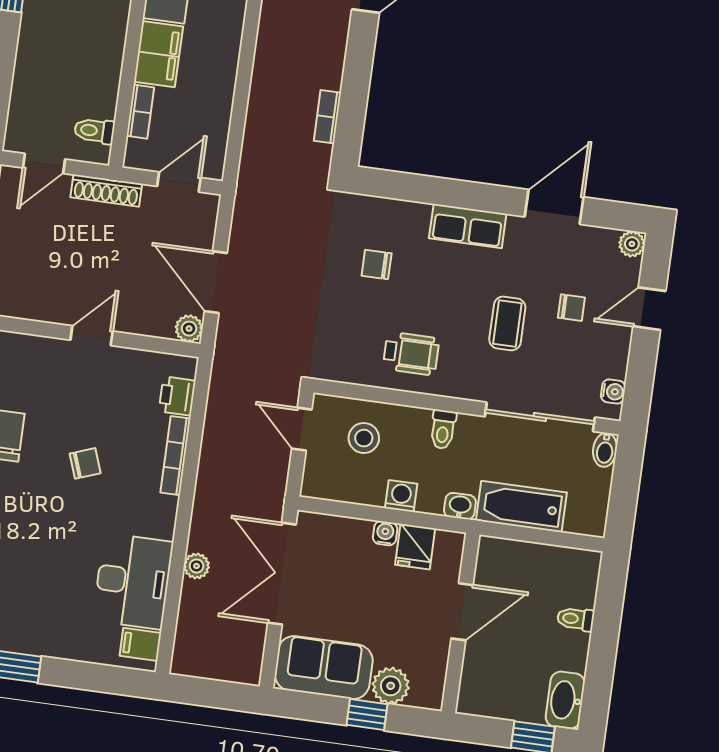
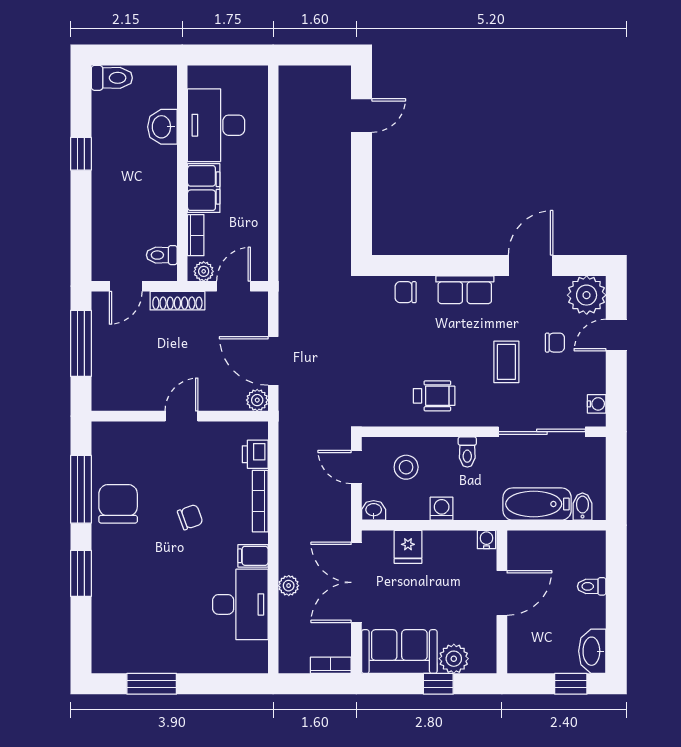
bookcase: (327, 117) -> (331, 665), moved, turned 90
plant: (144, 158) -> (204, 271), added
plant: (632, 244) -> (587, 295), width x1.87, depth x1.87
chair: (377, 265) -> (406, 292), moved
bidet: (605, 450) -> (582, 506), moved, turned 180
washbasin: (460, 506) -> (374, 510), moved
water cooler: (385, 533) -> (487, 540), moved
fridge: (415, 547) -> (408, 547), moved
filing cabinet: (140, 644) -> (253, 556), moved

